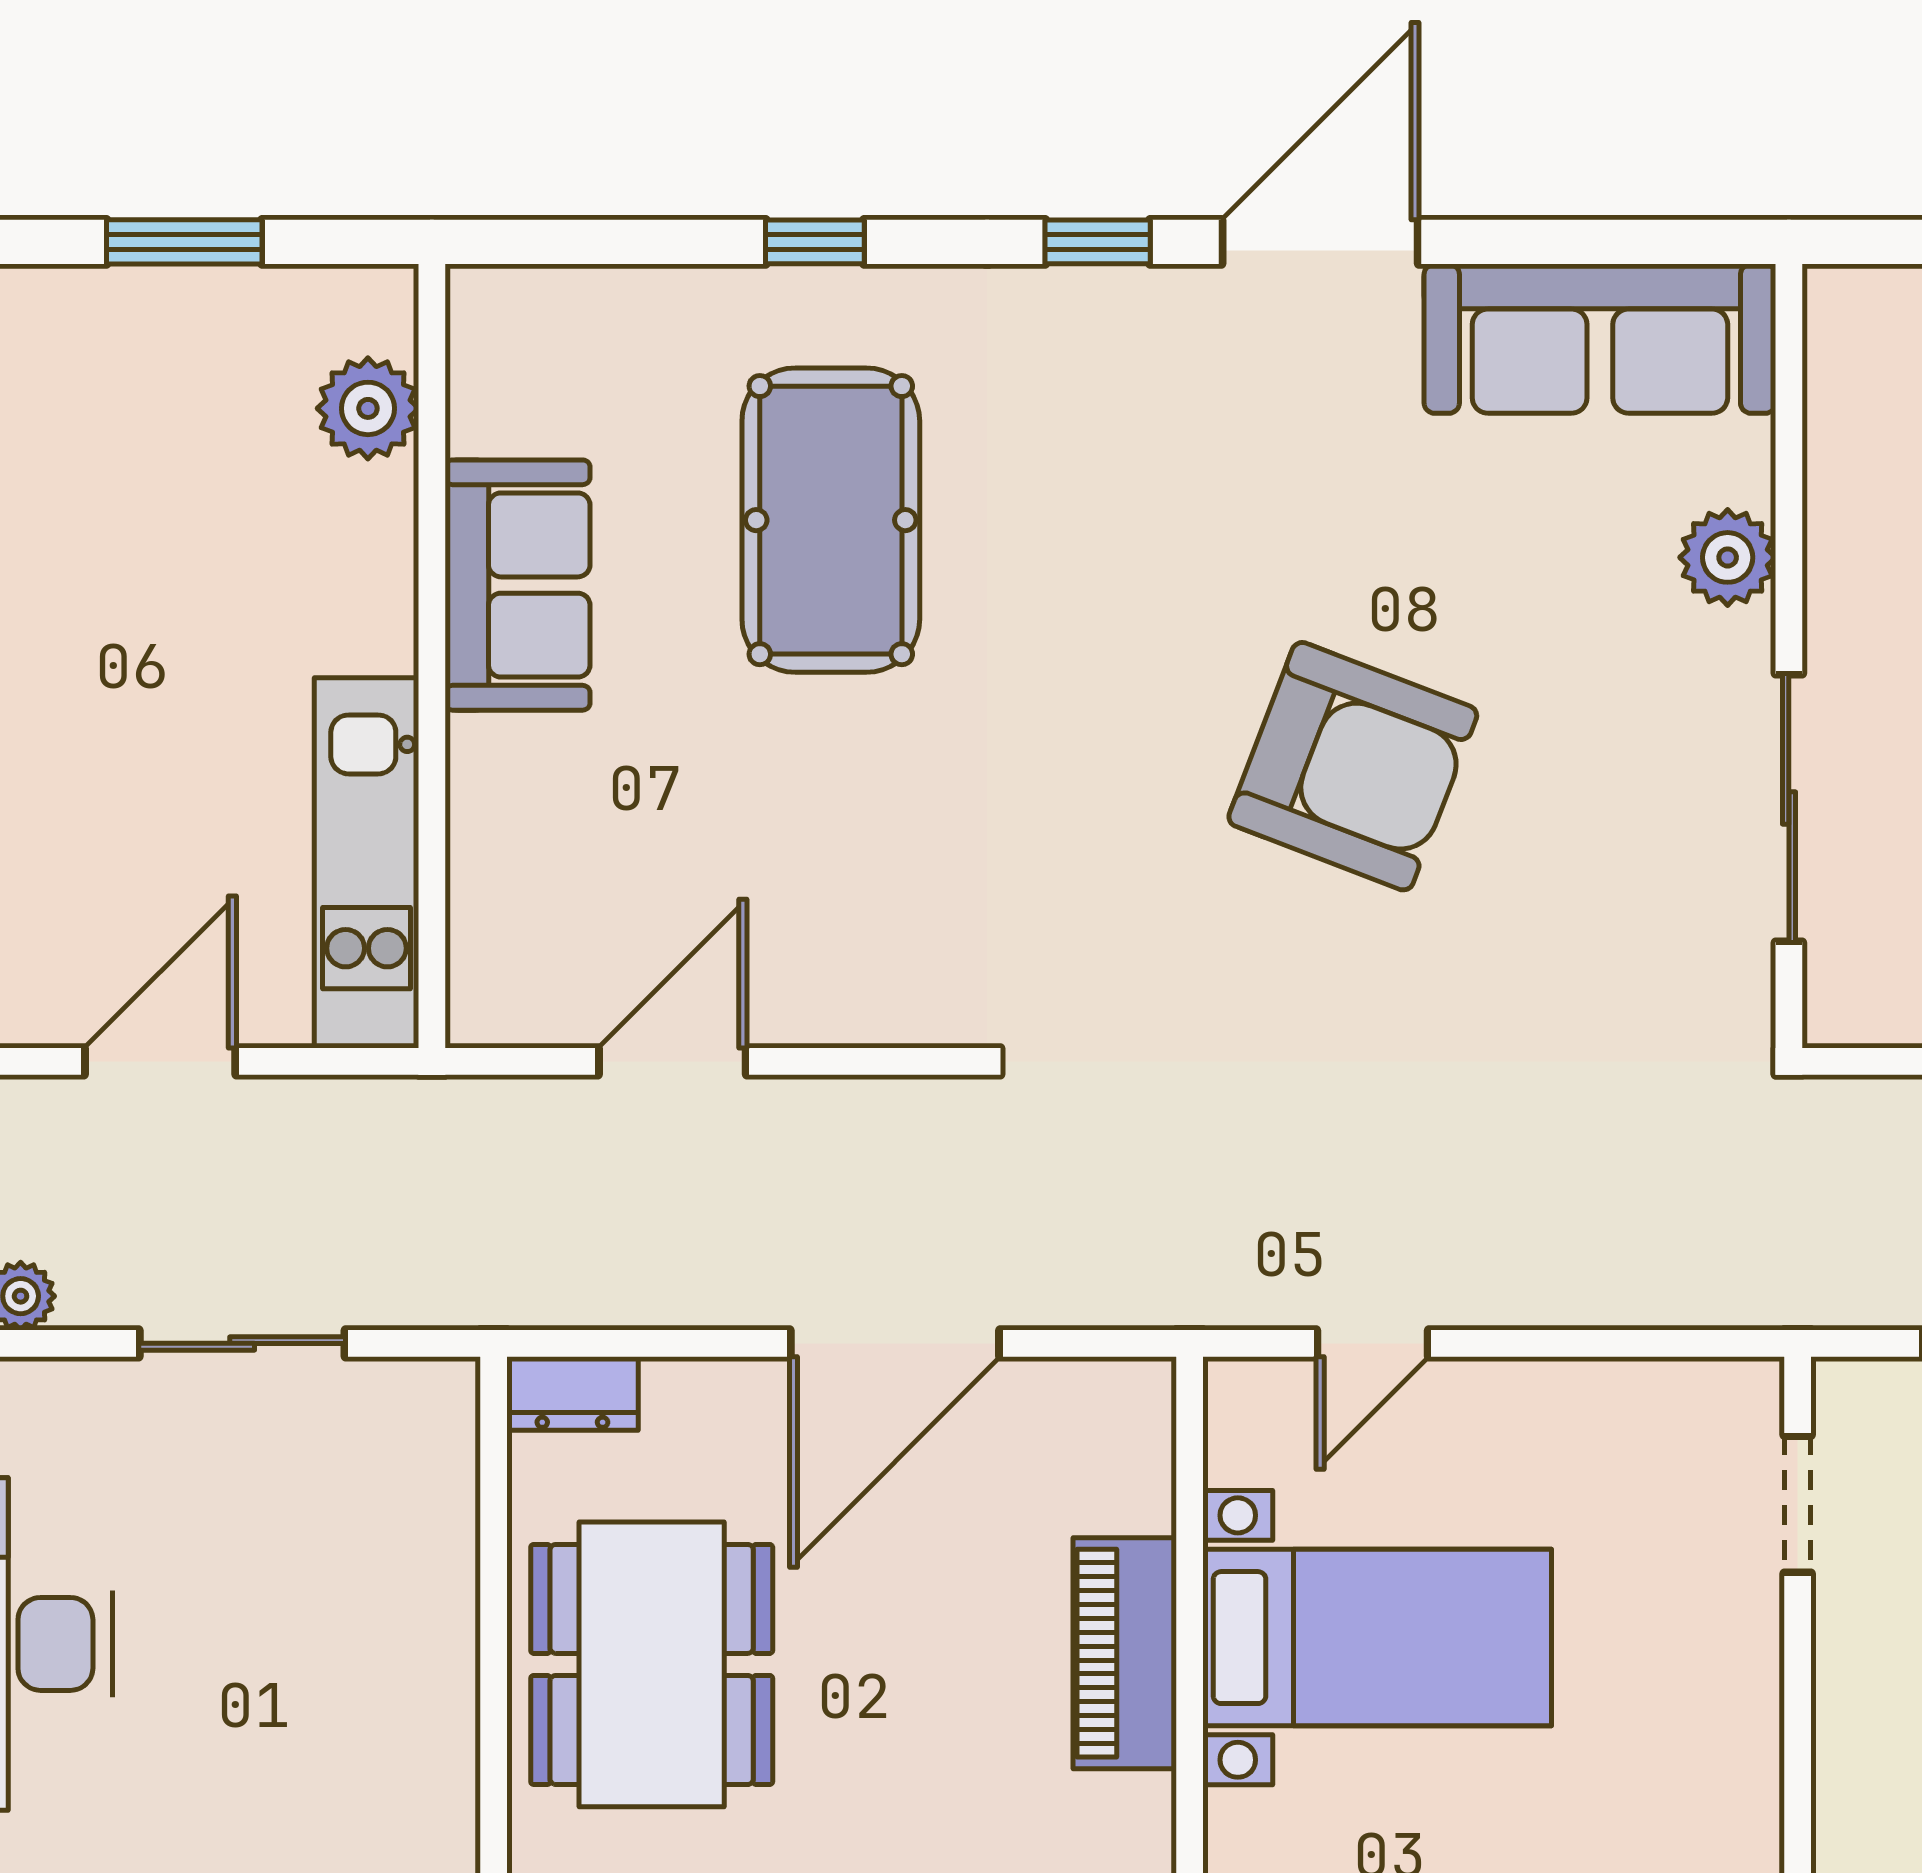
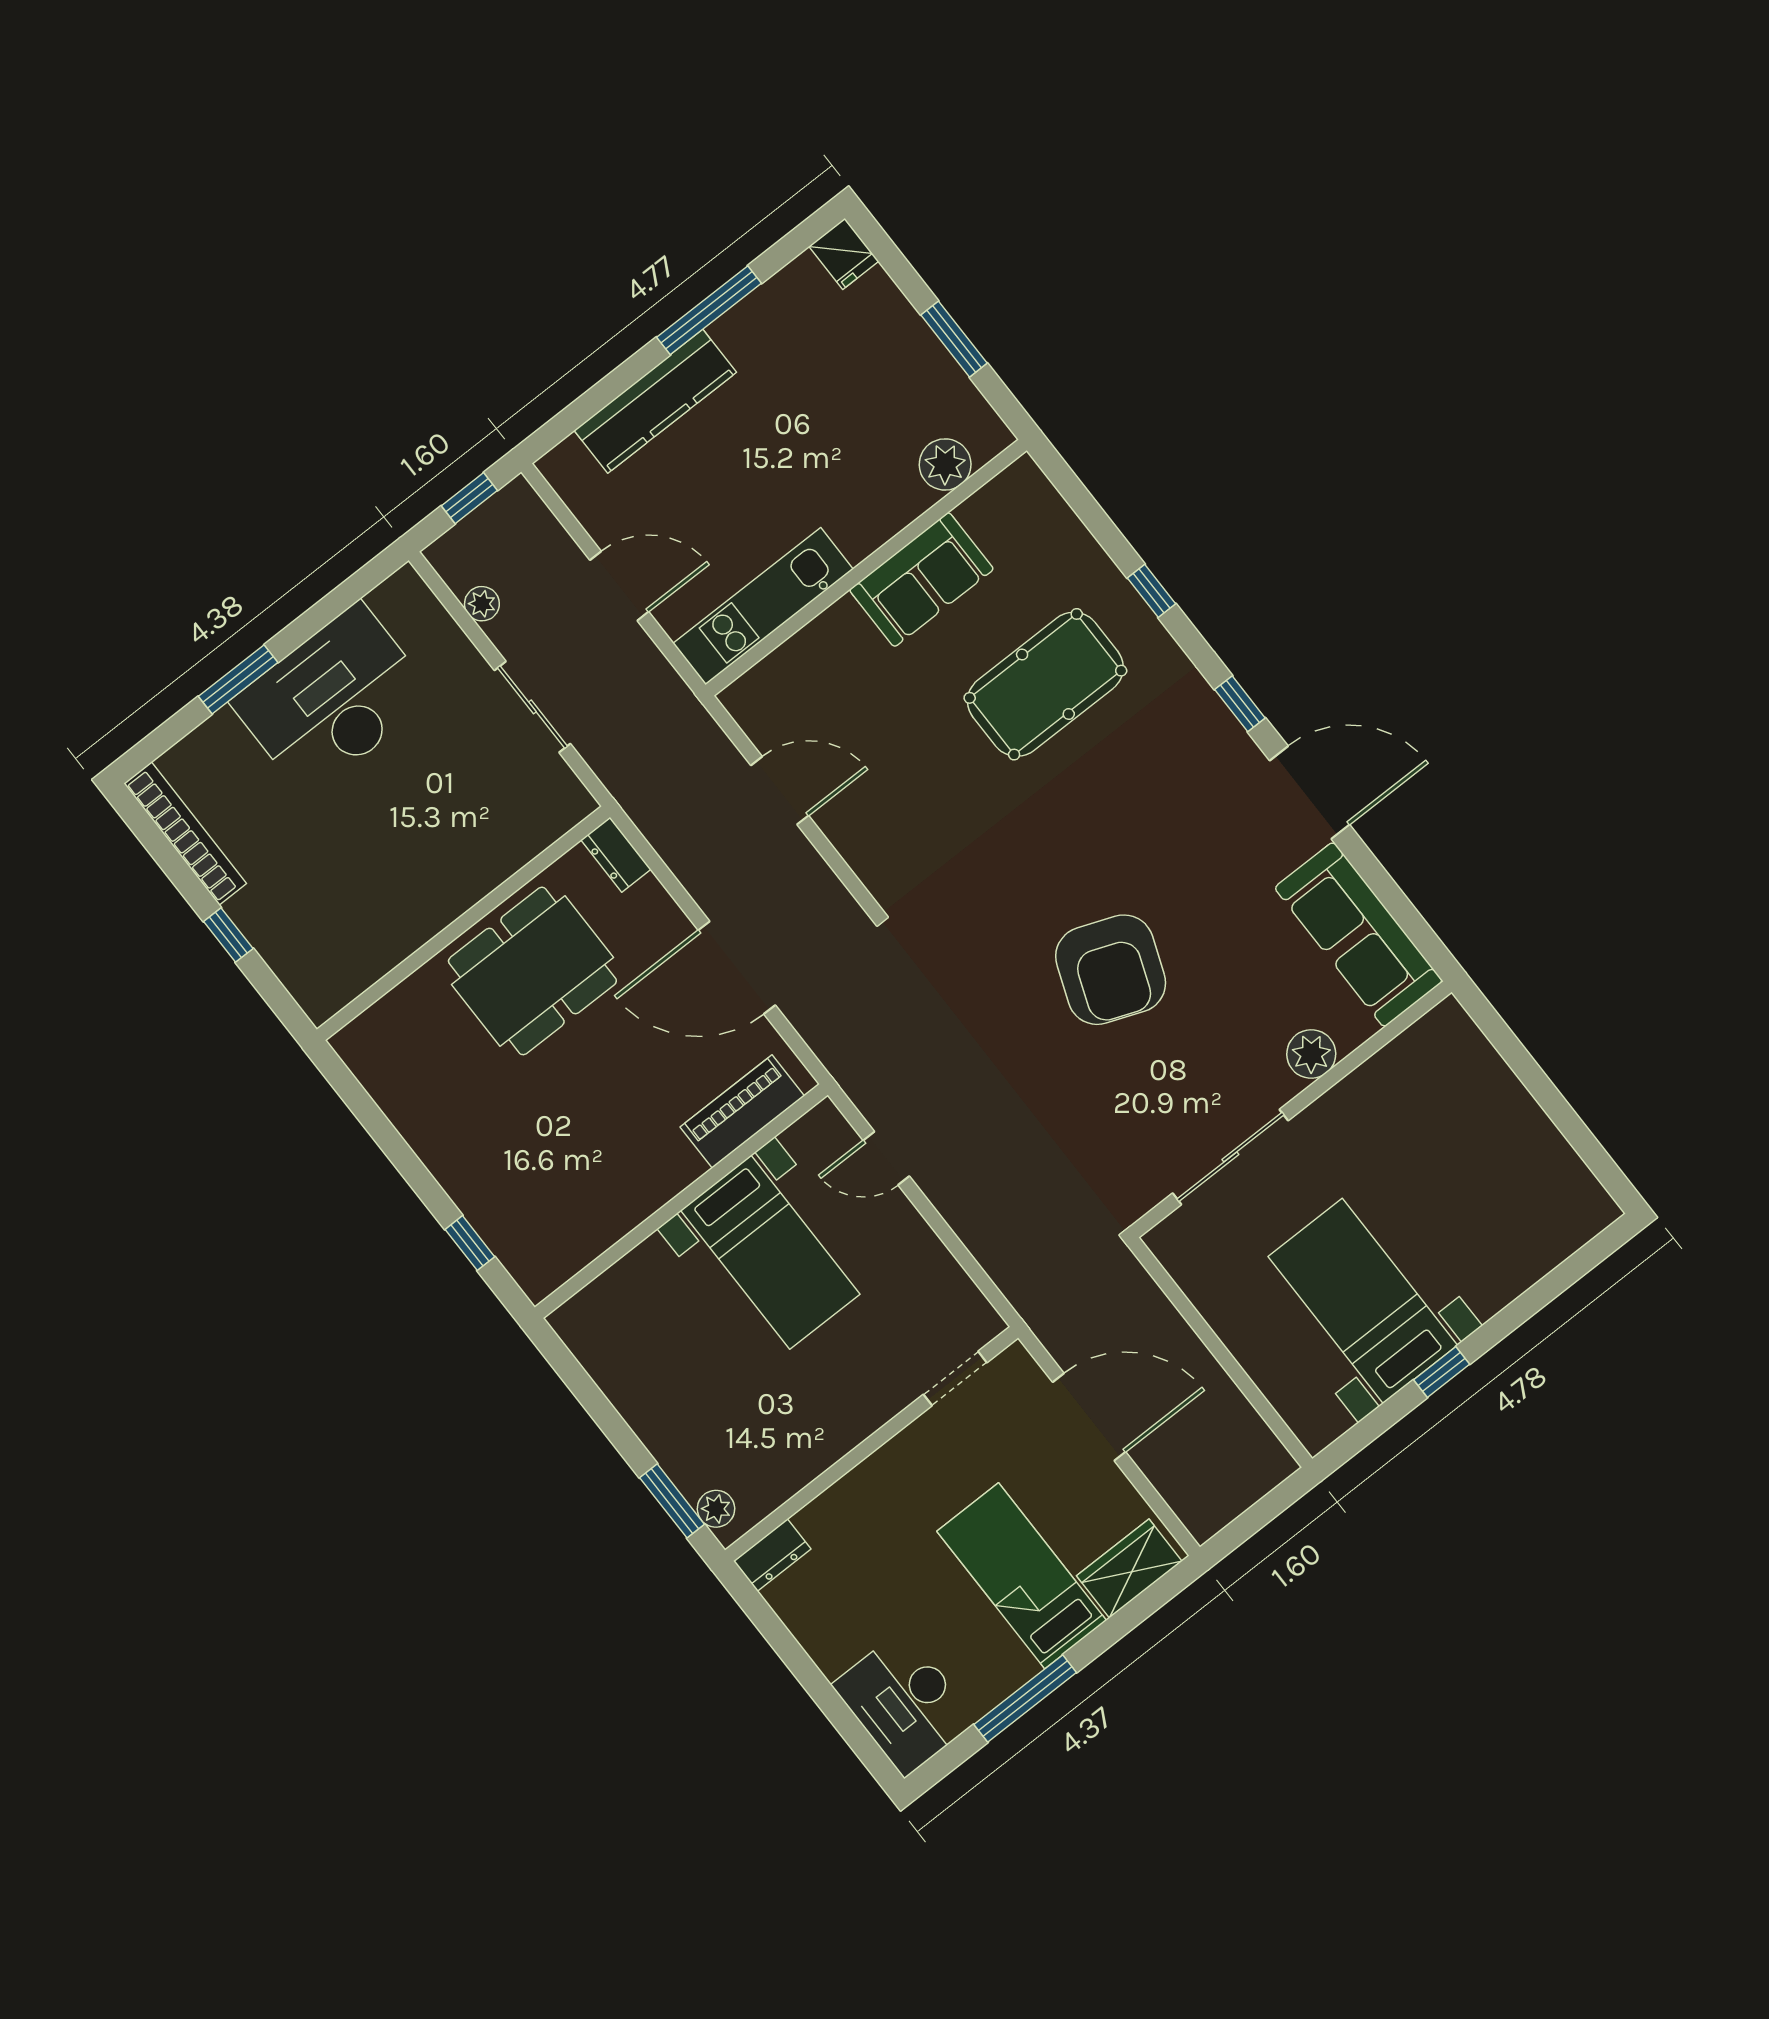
piano: (1125, 1653) -> (742, 1112), moved

